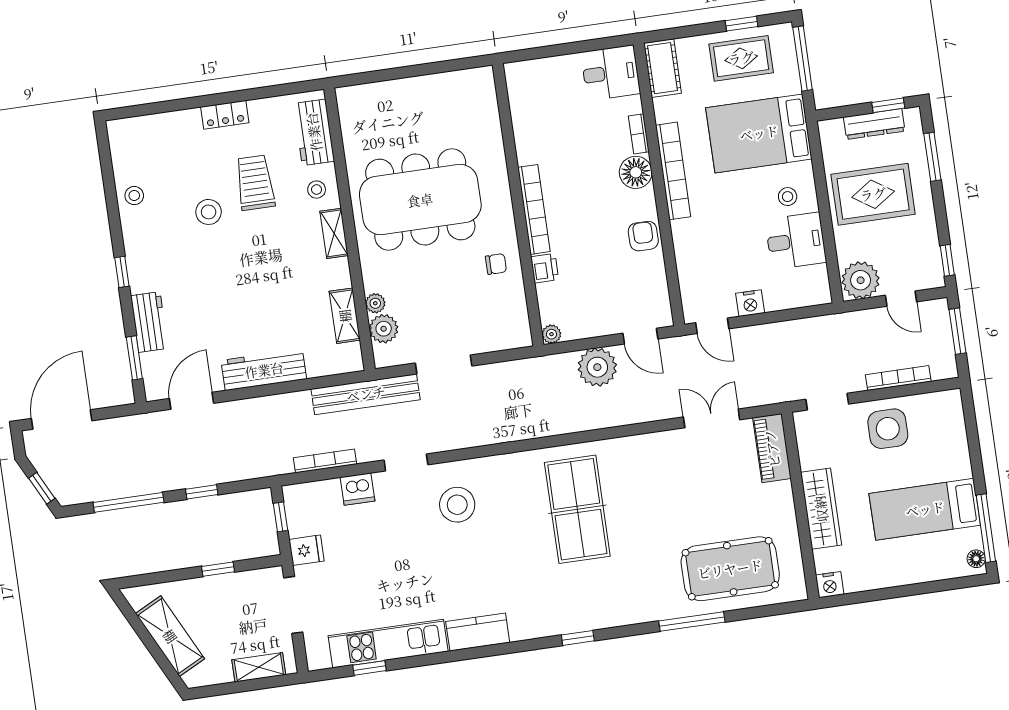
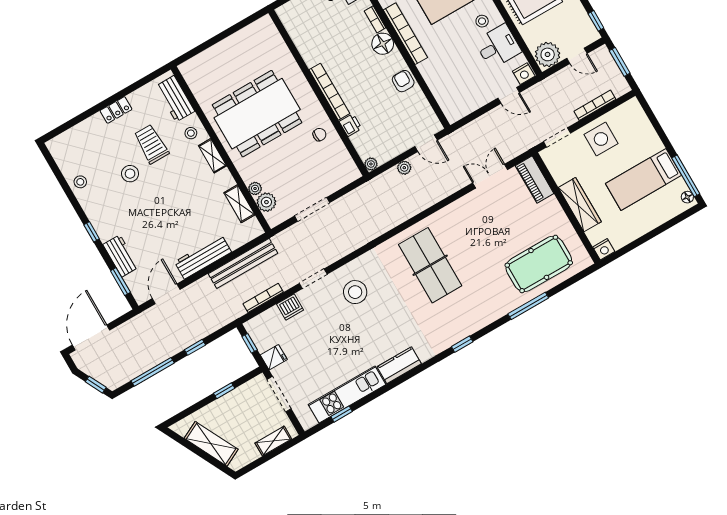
nightstand: (750, 303) -> (524, 74), moved
door: (712, 326) -> (509, 95), moved
plant: (597, 367) -> (404, 168), width x0.53, depth x0.53
bench: (366, 394) -> (243, 263), moved

